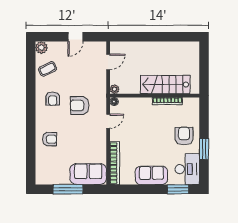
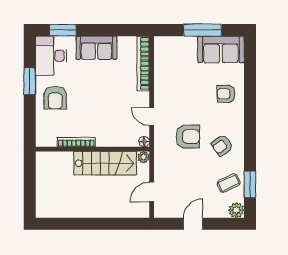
window: (31, 68) -> (250, 184), added
stairs: (165, 85) -> (105, 163), moved
armchair: (53, 99) -> (222, 145), turned -126
door: (108, 121) -> (152, 117), hinge flipped
sofa: (88, 174) -> (221, 49), moved

